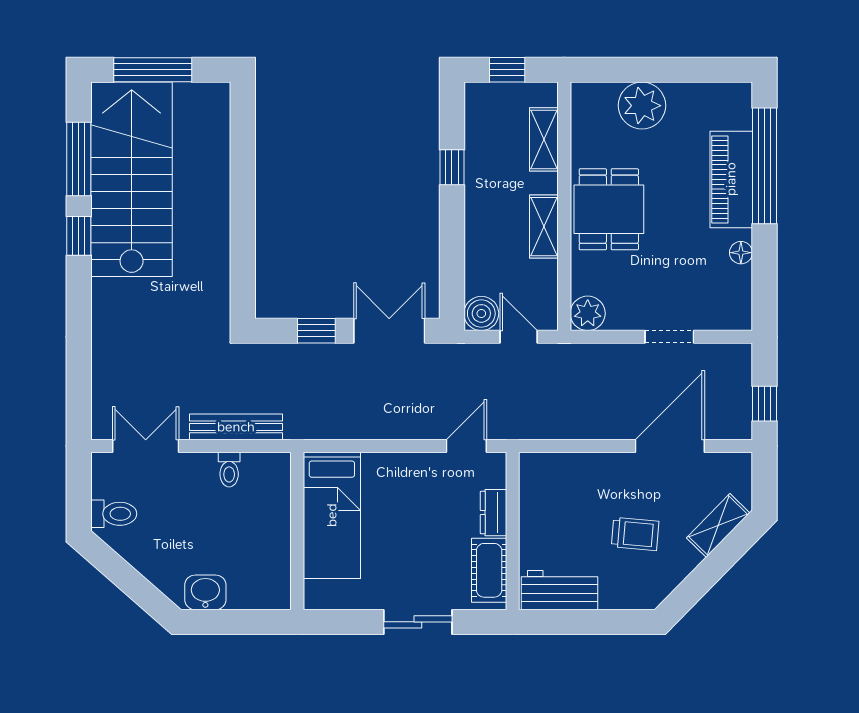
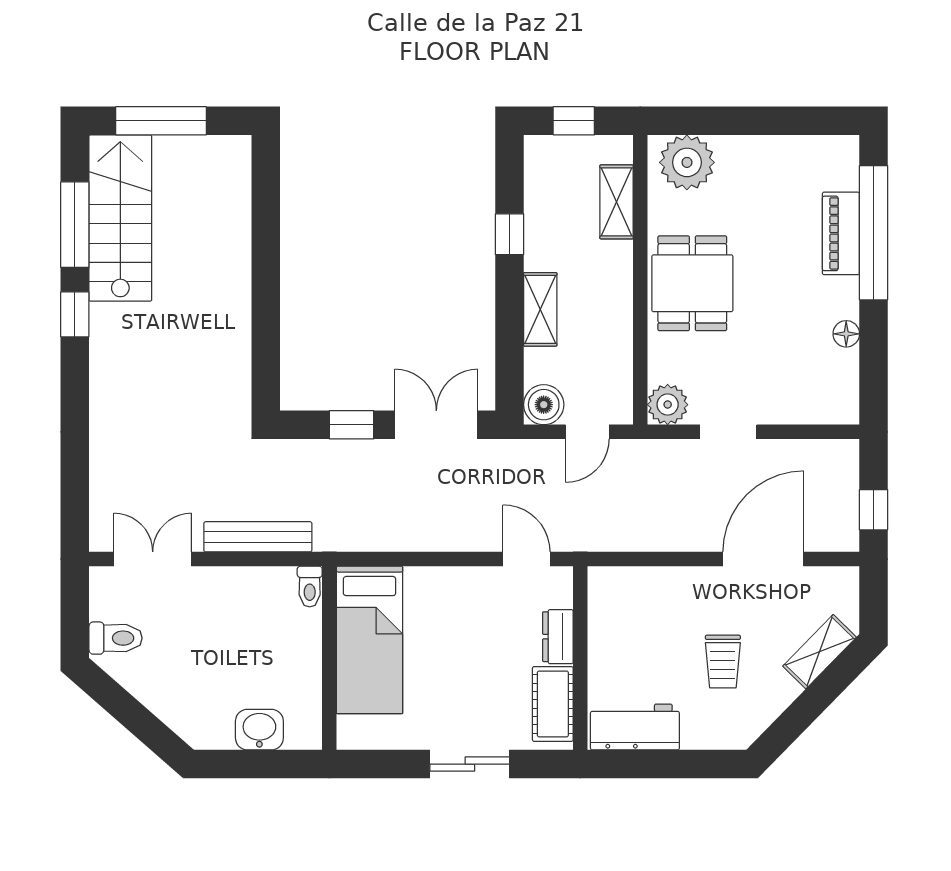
plant: (642, 106) -> (687, 162), moved
stairs: (132, 179) -> (120, 218), width x0.73, depth x0.66
piano: (731, 179) -> (841, 233), width x0.73, depth x0.75
shelving: (544, 227) -> (540, 309), moved
door: (519, 337) -> (587, 432), swing flipped
doorway: (669, 337) -> (728, 432), moved
door: (466, 446) -> (526, 559), hinge flipped
toilet: (229, 470) -> (310, 587), moved
trolley: (635, 534) -> (723, 662), turned 85
washbasin: (205, 592) -> (259, 730), moved

